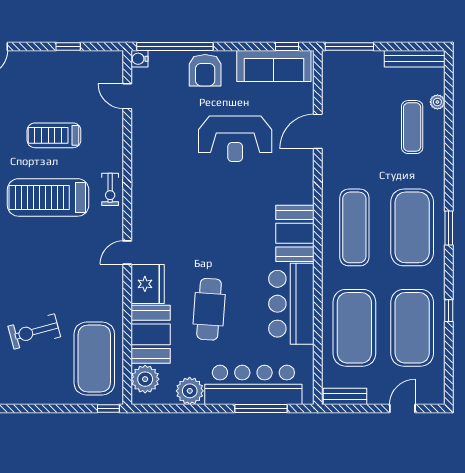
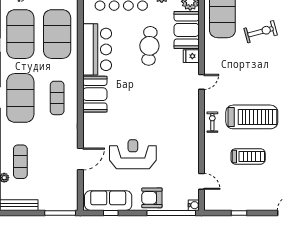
window: (287, 46) -> (111, 213), moved
armchair: (205, 70) -> (152, 198), turned -90
exercise mat: (354, 227) -> (57, 98), width x0.73, depth x0.69
fridge: (148, 284) -> (191, 56), width x0.53, depth x0.75

